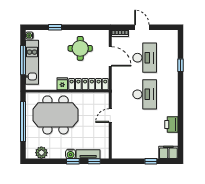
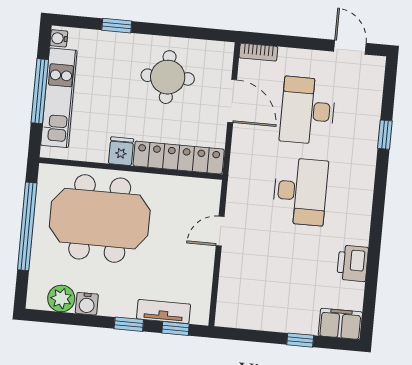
door: (142, 27) -> (350, 47), moved
desk: (145, 58) -> (308, 111), turned 180
water cooler: (71, 154) -> (87, 304), moved

